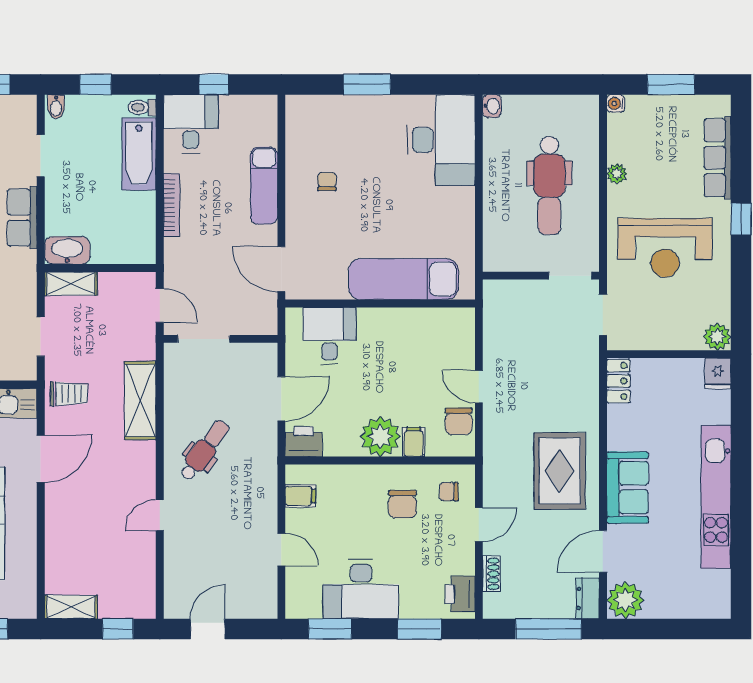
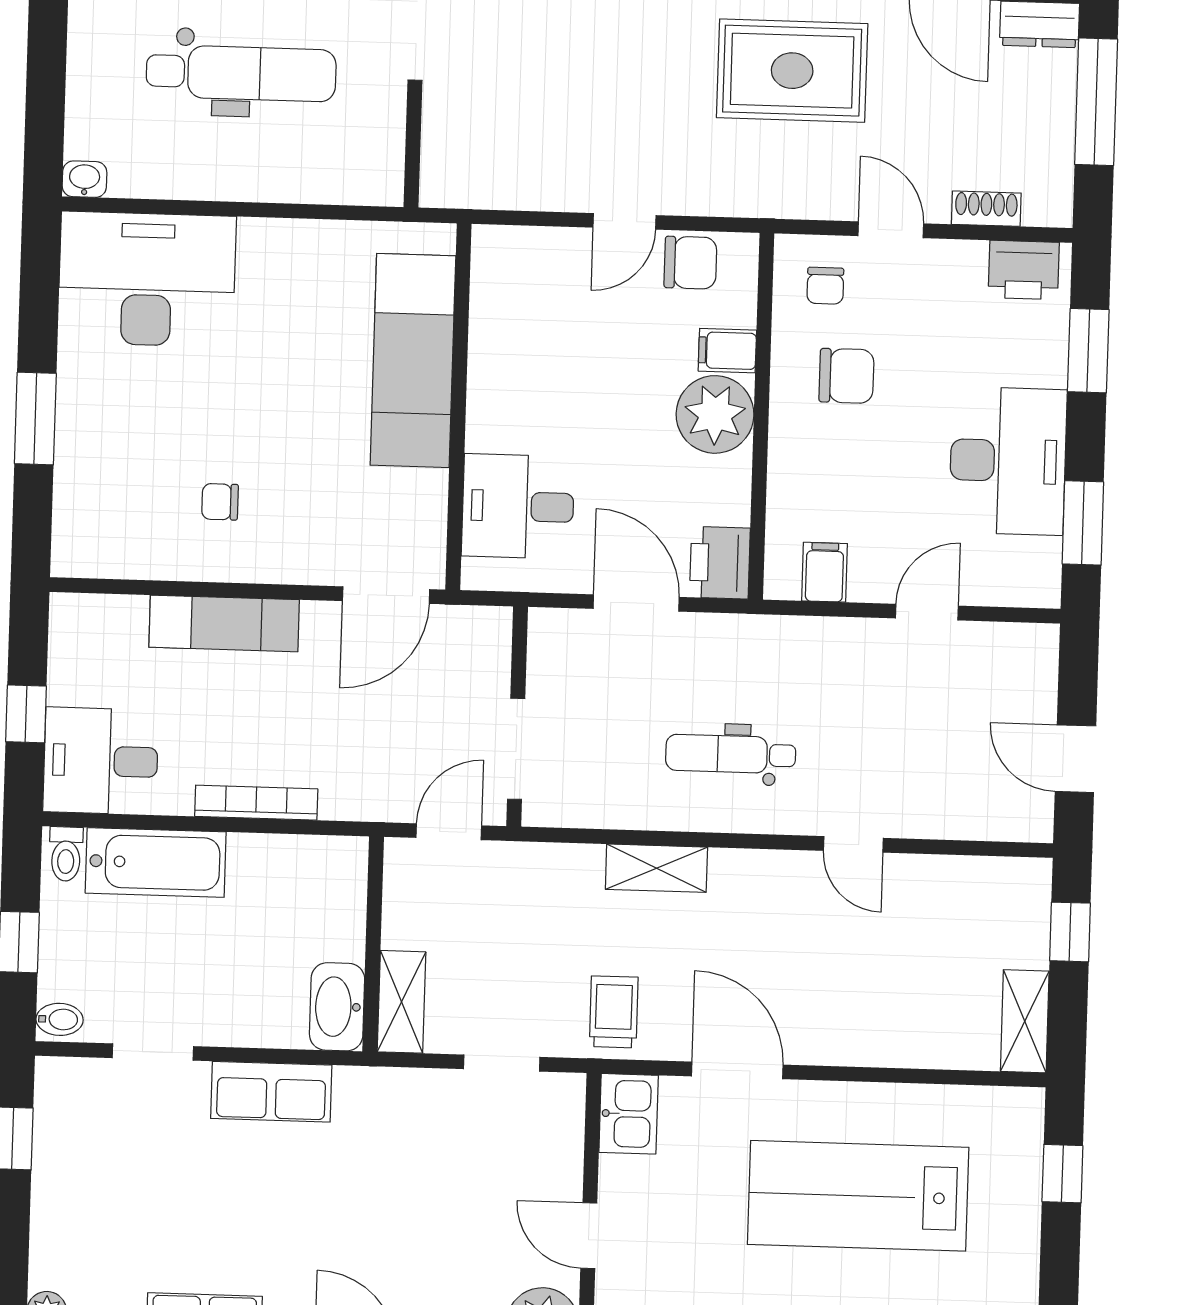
shelving: (140, 401) -> (656, 868), width x0.67, depth x0.75
dental chair: (205, 450) -> (731, 754), turned -36

